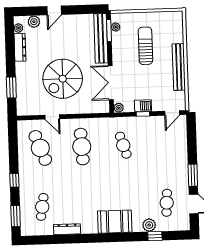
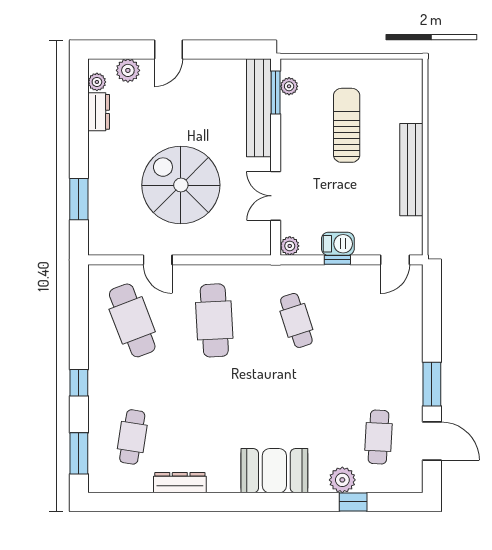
dresser: (20, 47) -> (99, 112), width x0.70
spiral stairs: (63, 79) -> (181, 185), turned 90
double door: (111, 83) -> (276, 196), width x0.73

